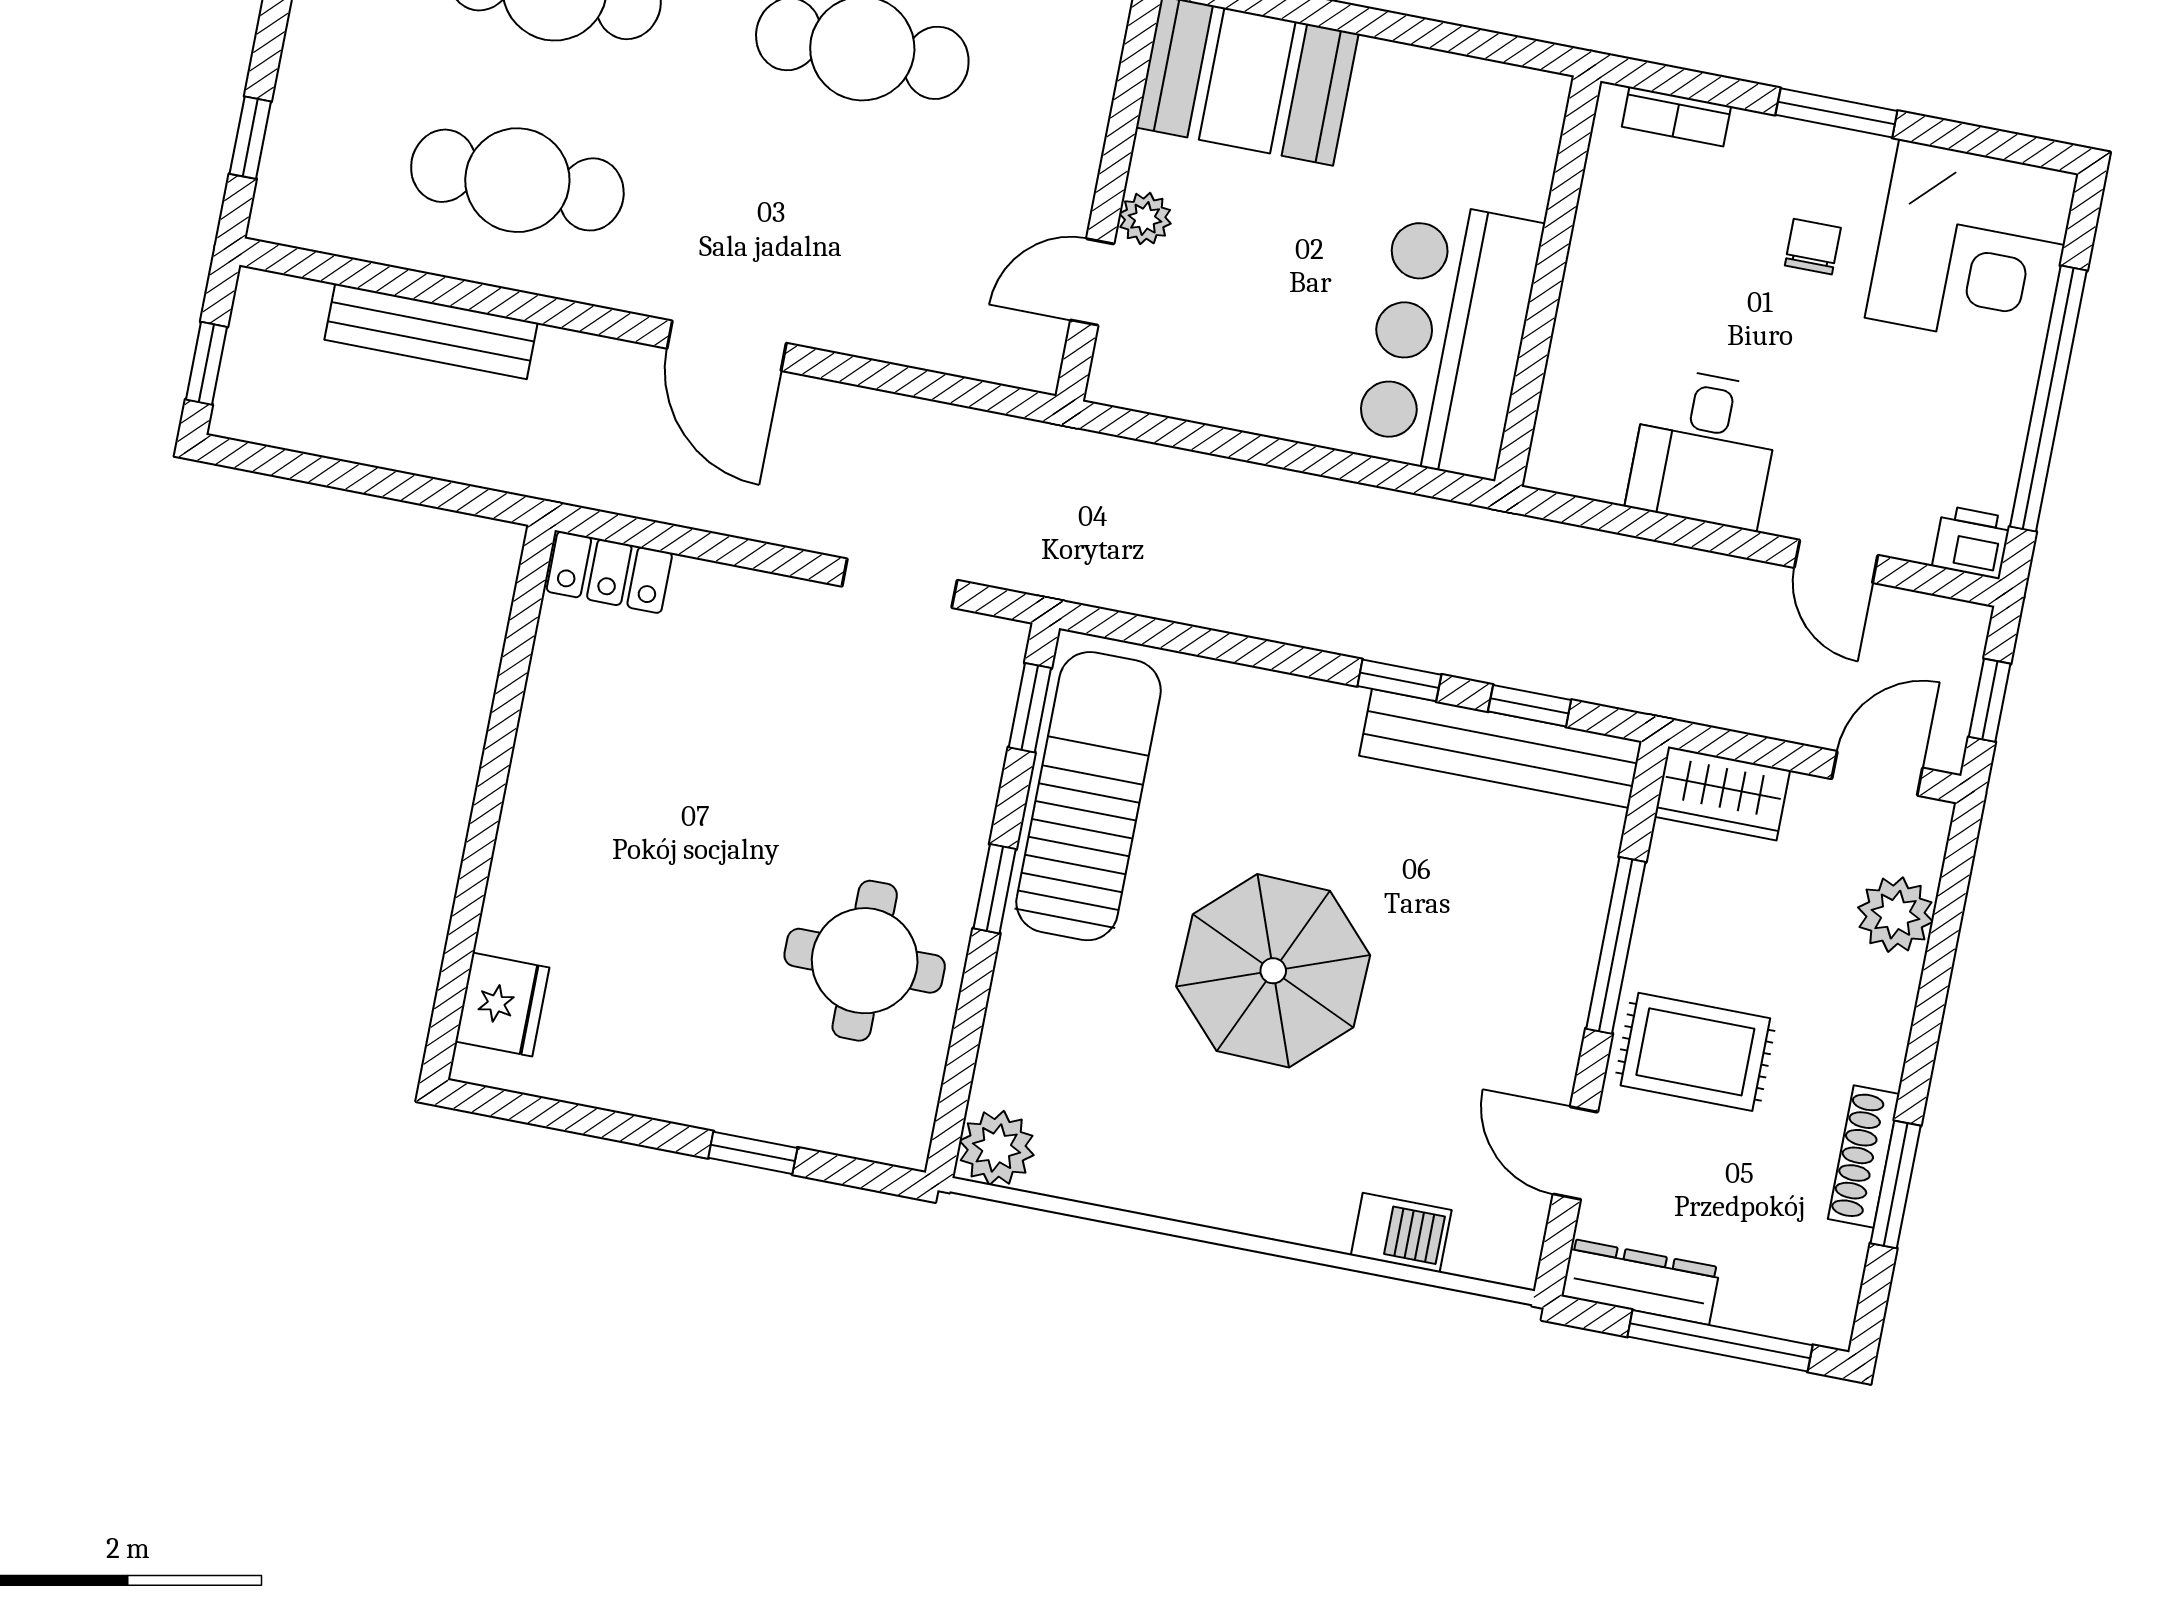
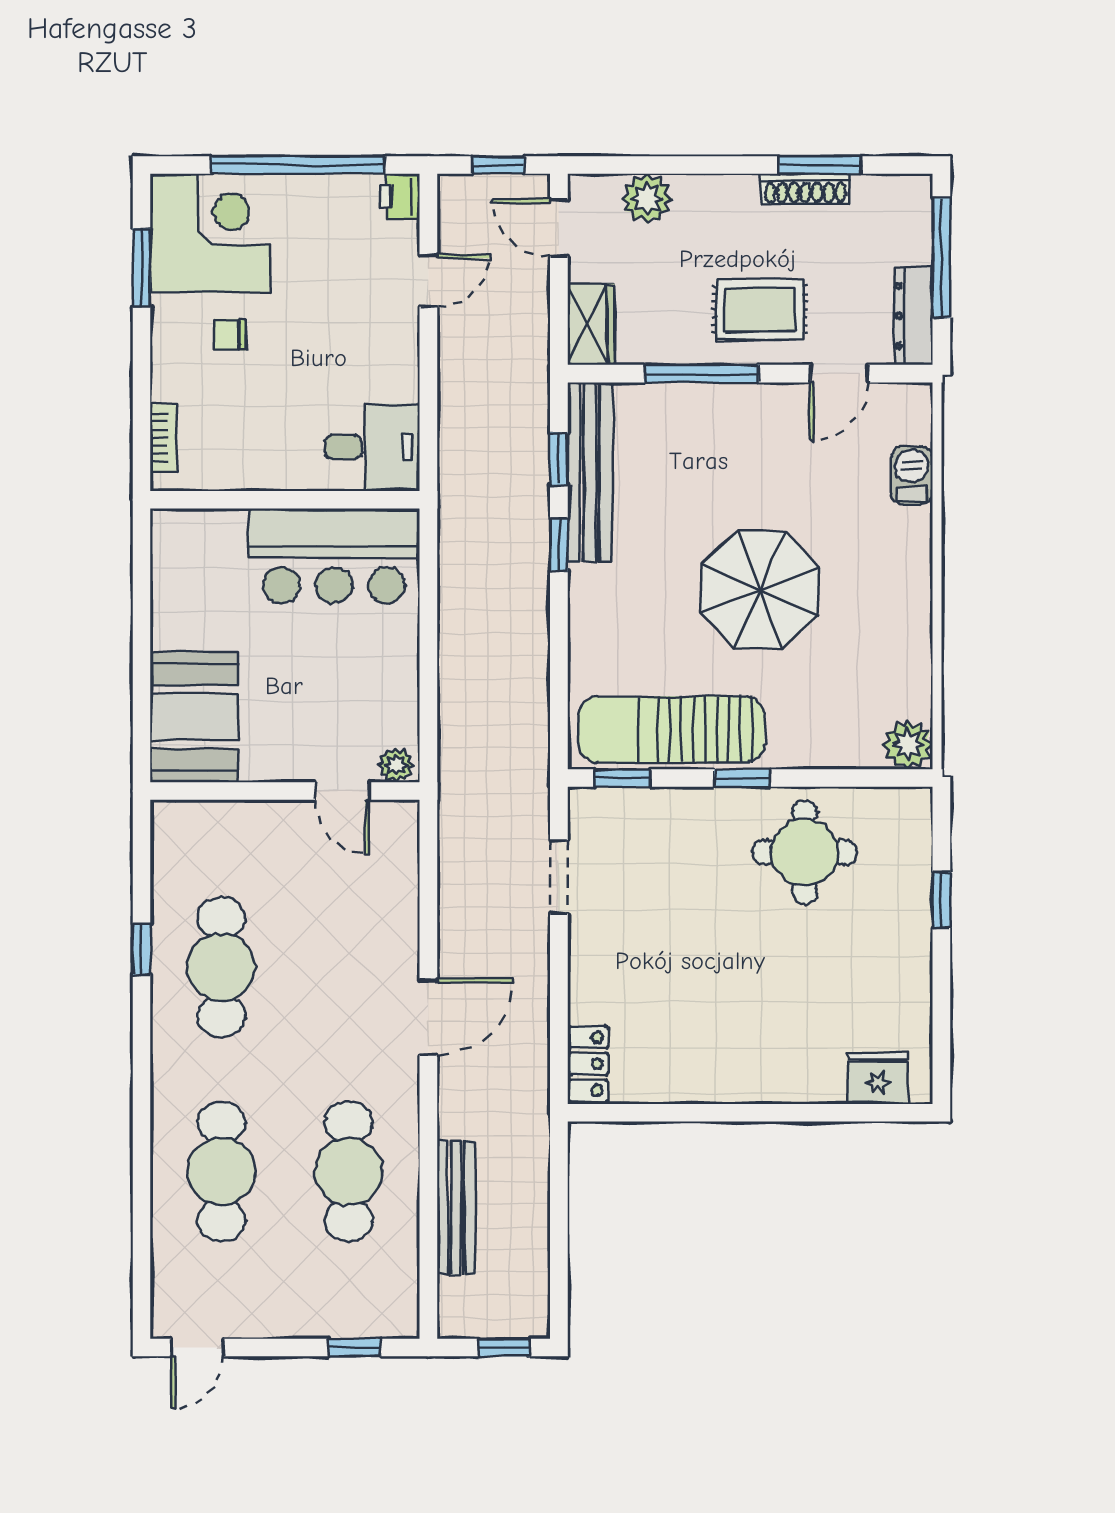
window: (1836, 113) -> (141, 267), moved
plant: (1145, 219) -> (396, 765), moved
desk: (1704, 448) -> (373, 447), moved
rug: (1695, 1052) -> (760, 309), turned 90

